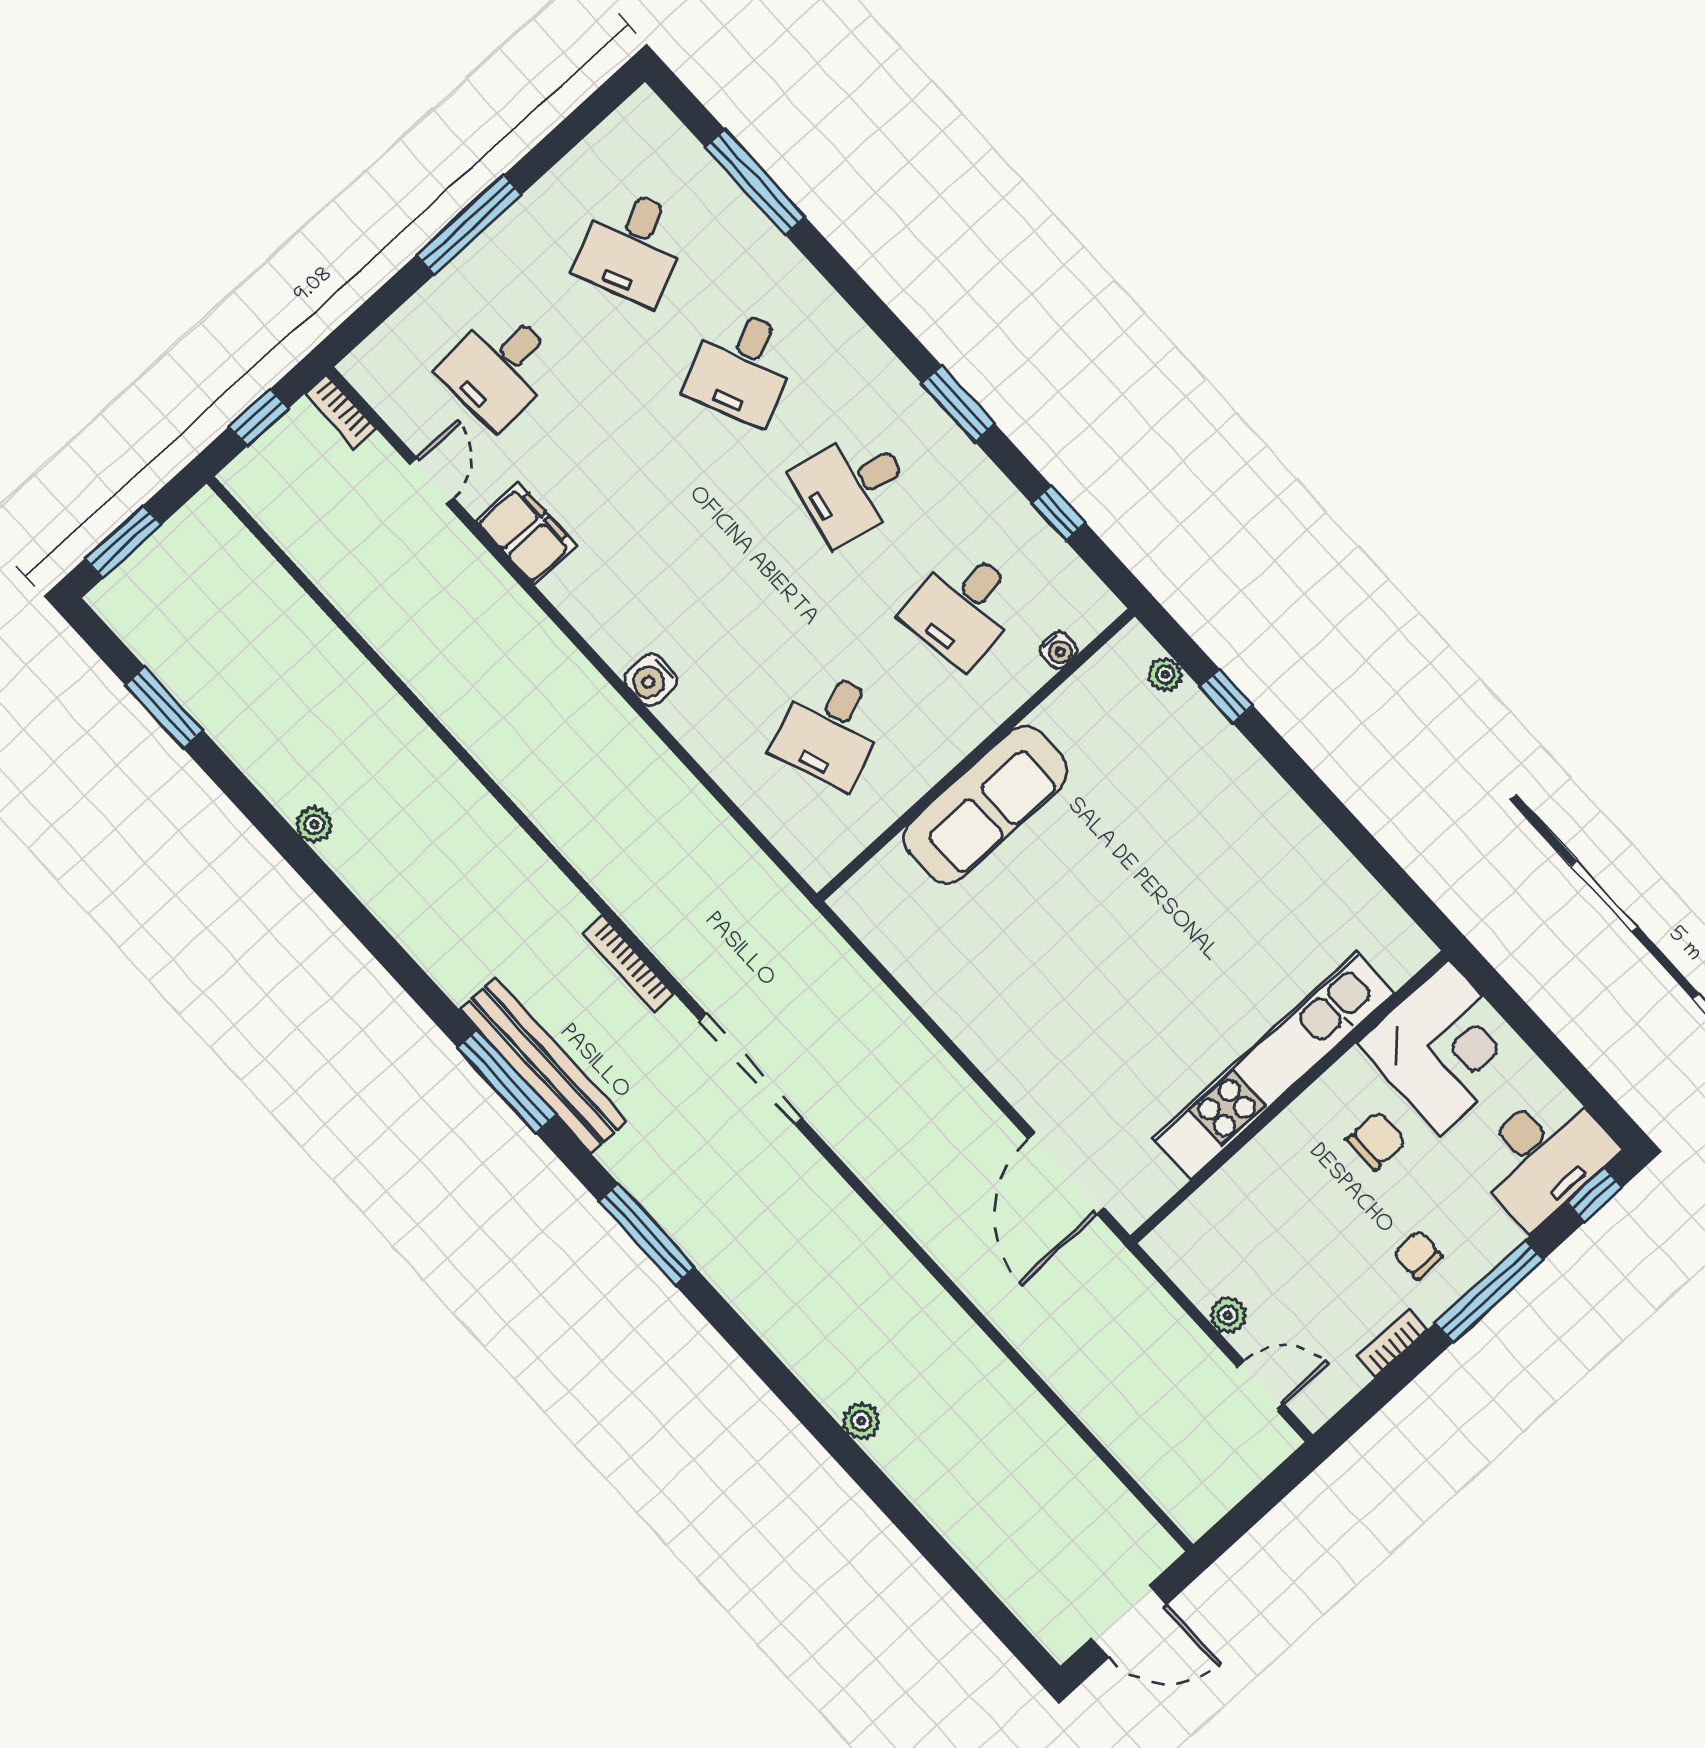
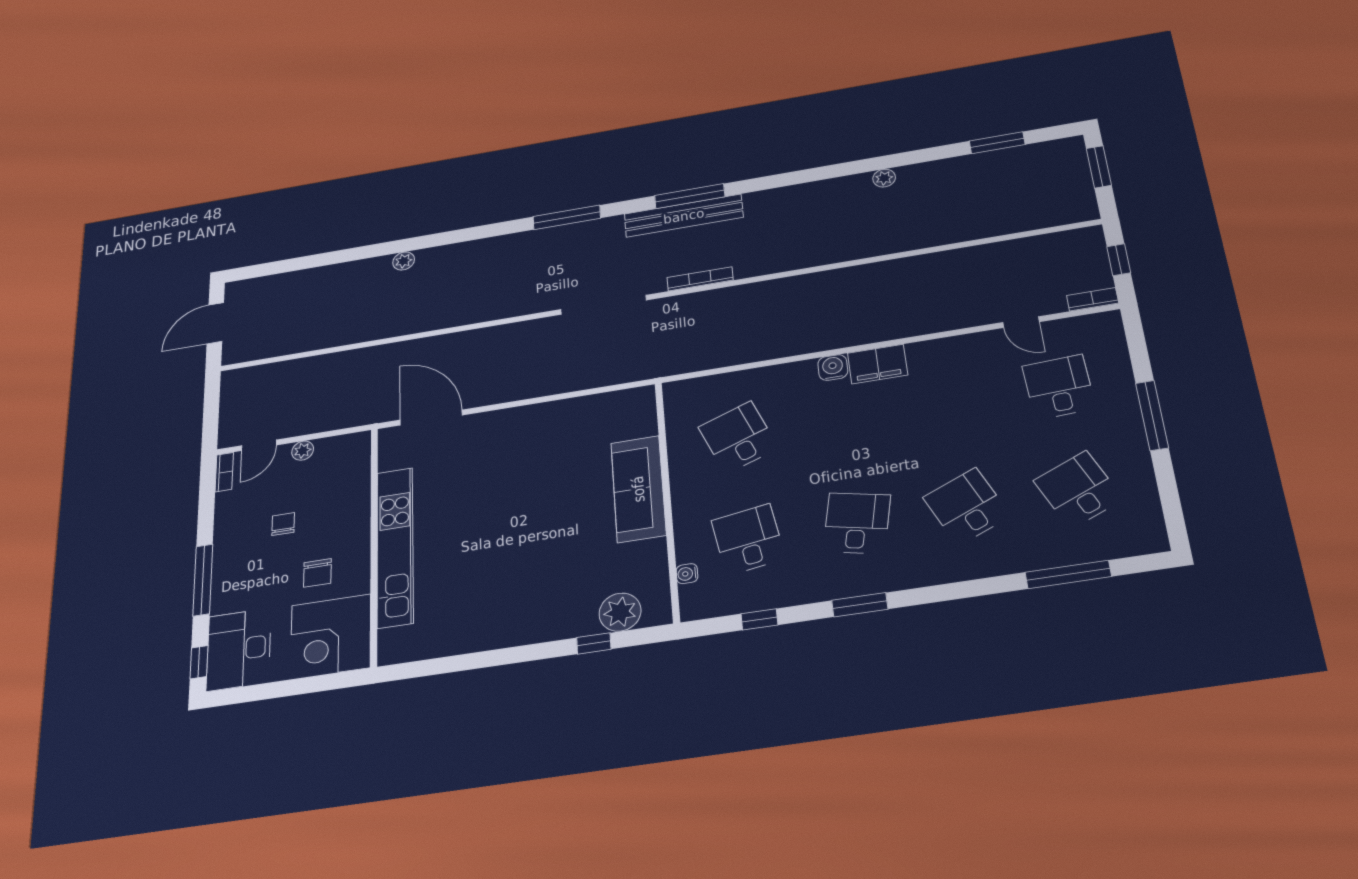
filing cabinet: (526, 533) -> (878, 364), moved
plant: (1165, 675) -> (620, 612), width x1.88, depth x1.88
chair: (1418, 1255) -> (283, 524), moved, turned -90
bookcase: (1392, 1343) -> (224, 472), moved

